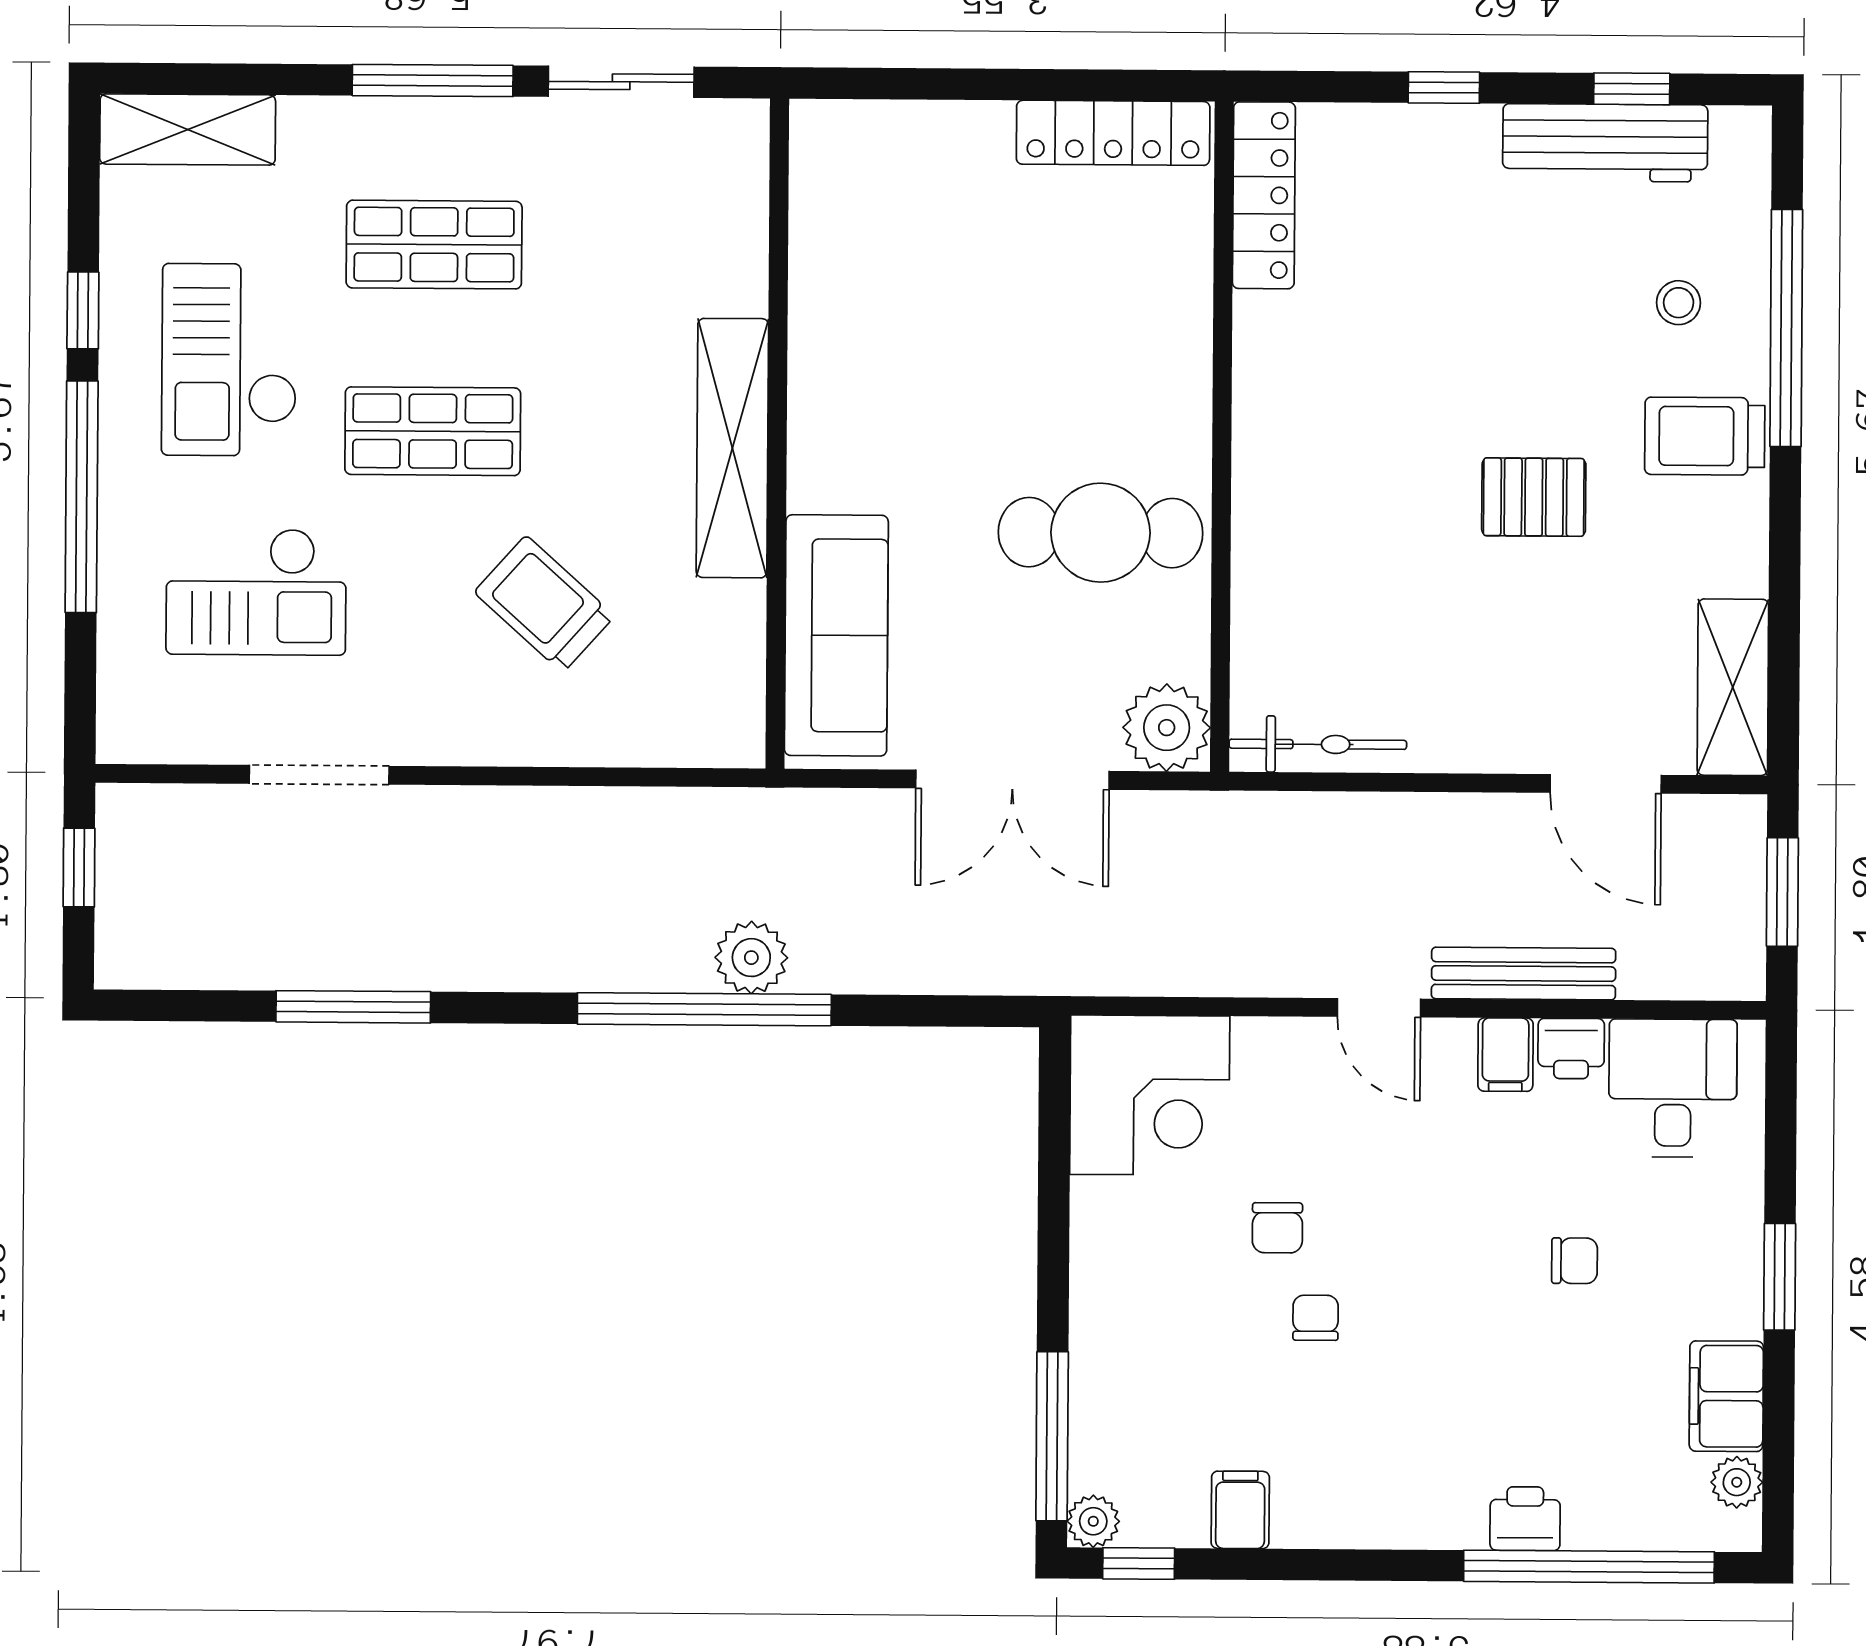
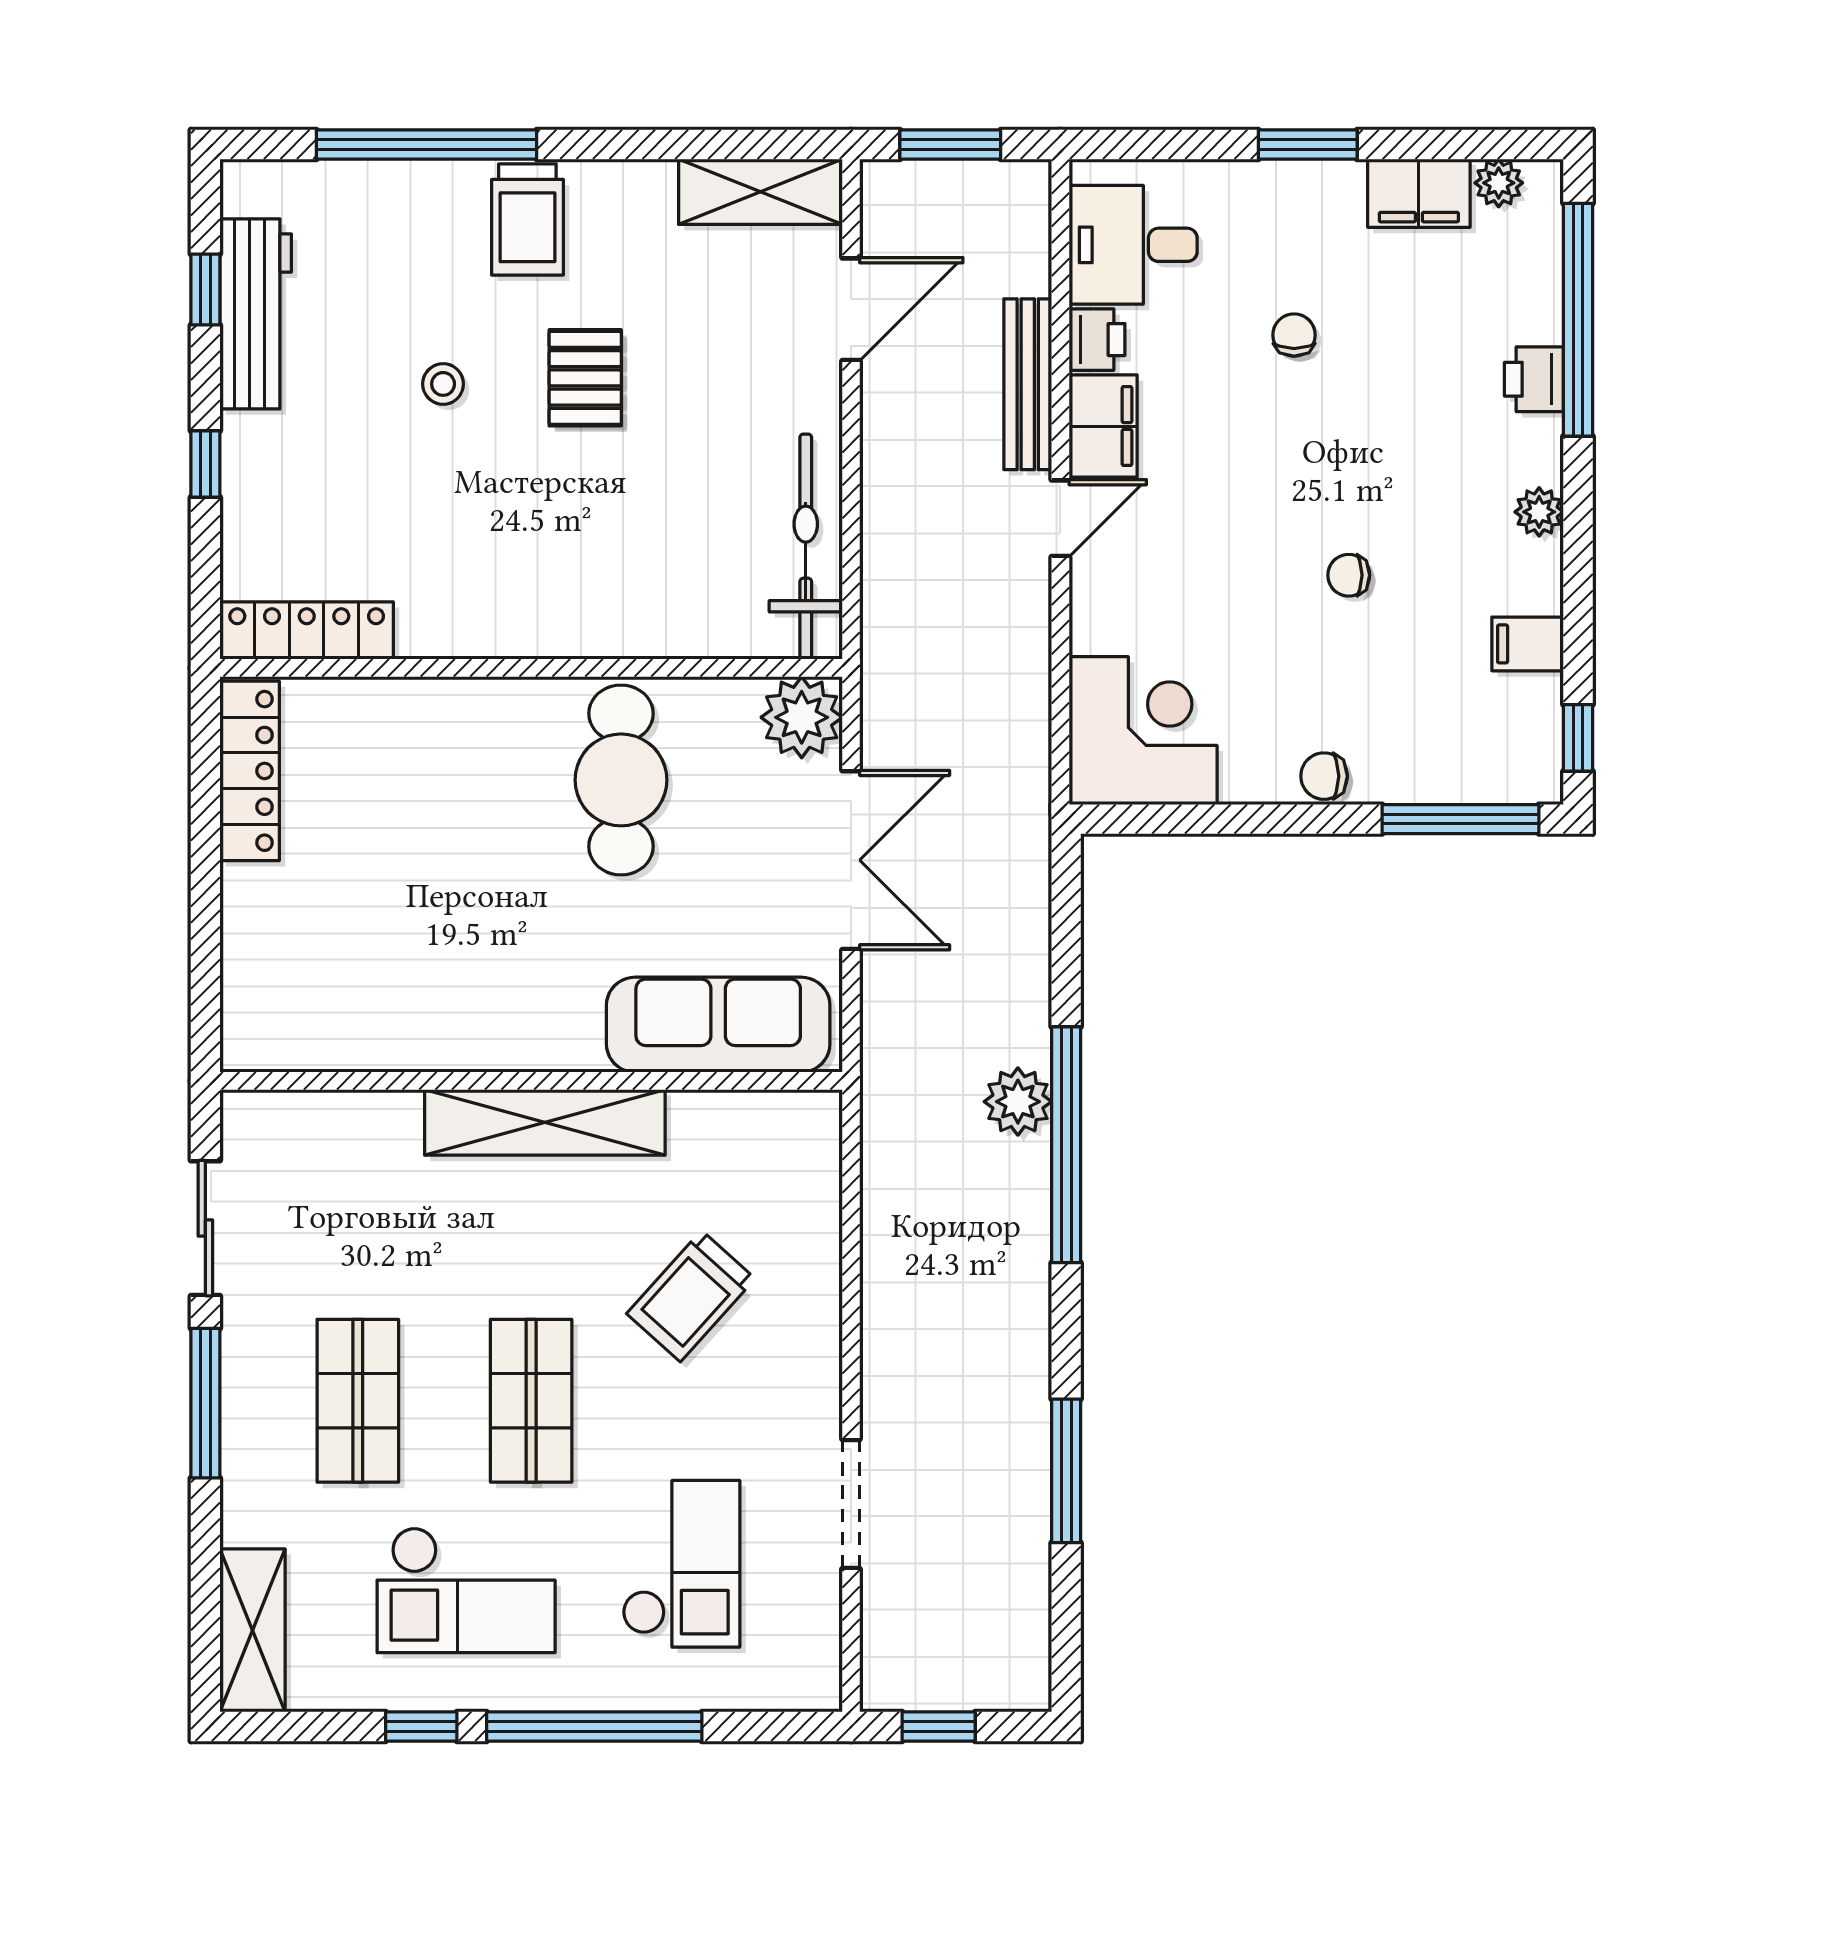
stool: (1679, 303) -> (443, 384), moved
bicycle: (1318, 744) -> (806, 547), width x1.37, depth x1.40
filing cabinet: (1505, 1055) -> (1103, 426), width x2.00
chair: (1277, 1228) -> (1324, 776), moved, turned 180
plant: (1093, 1521) -> (1539, 512), moved

